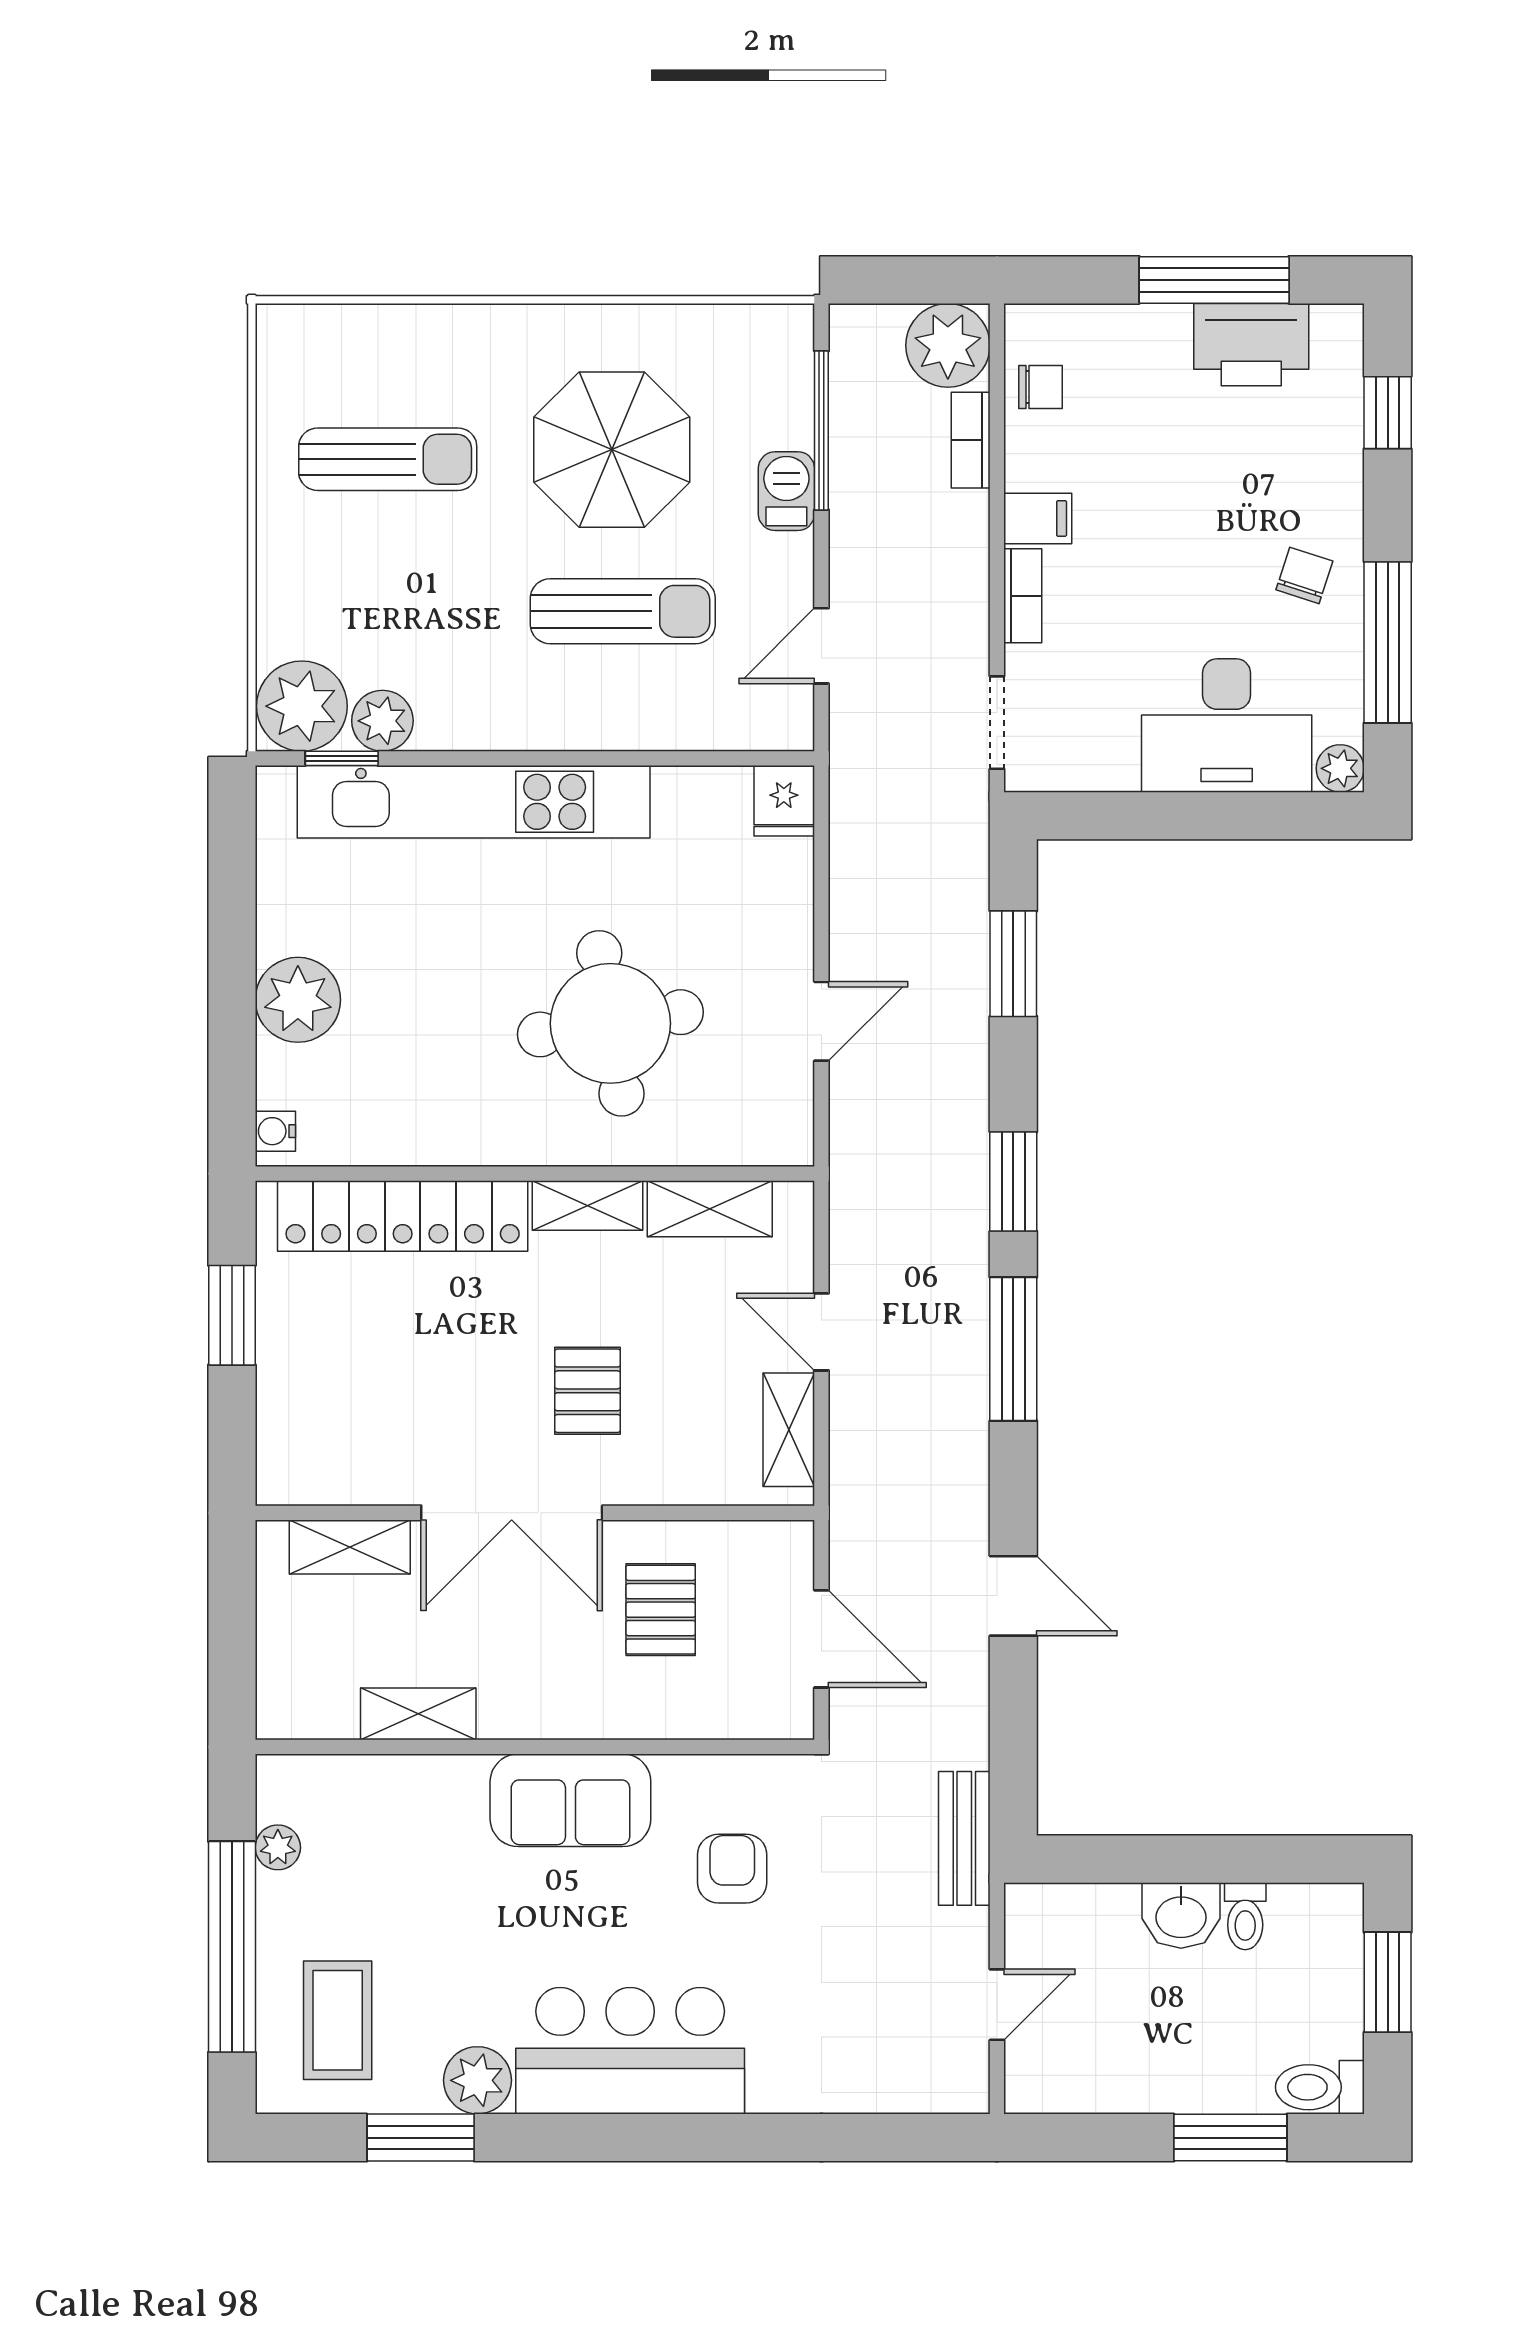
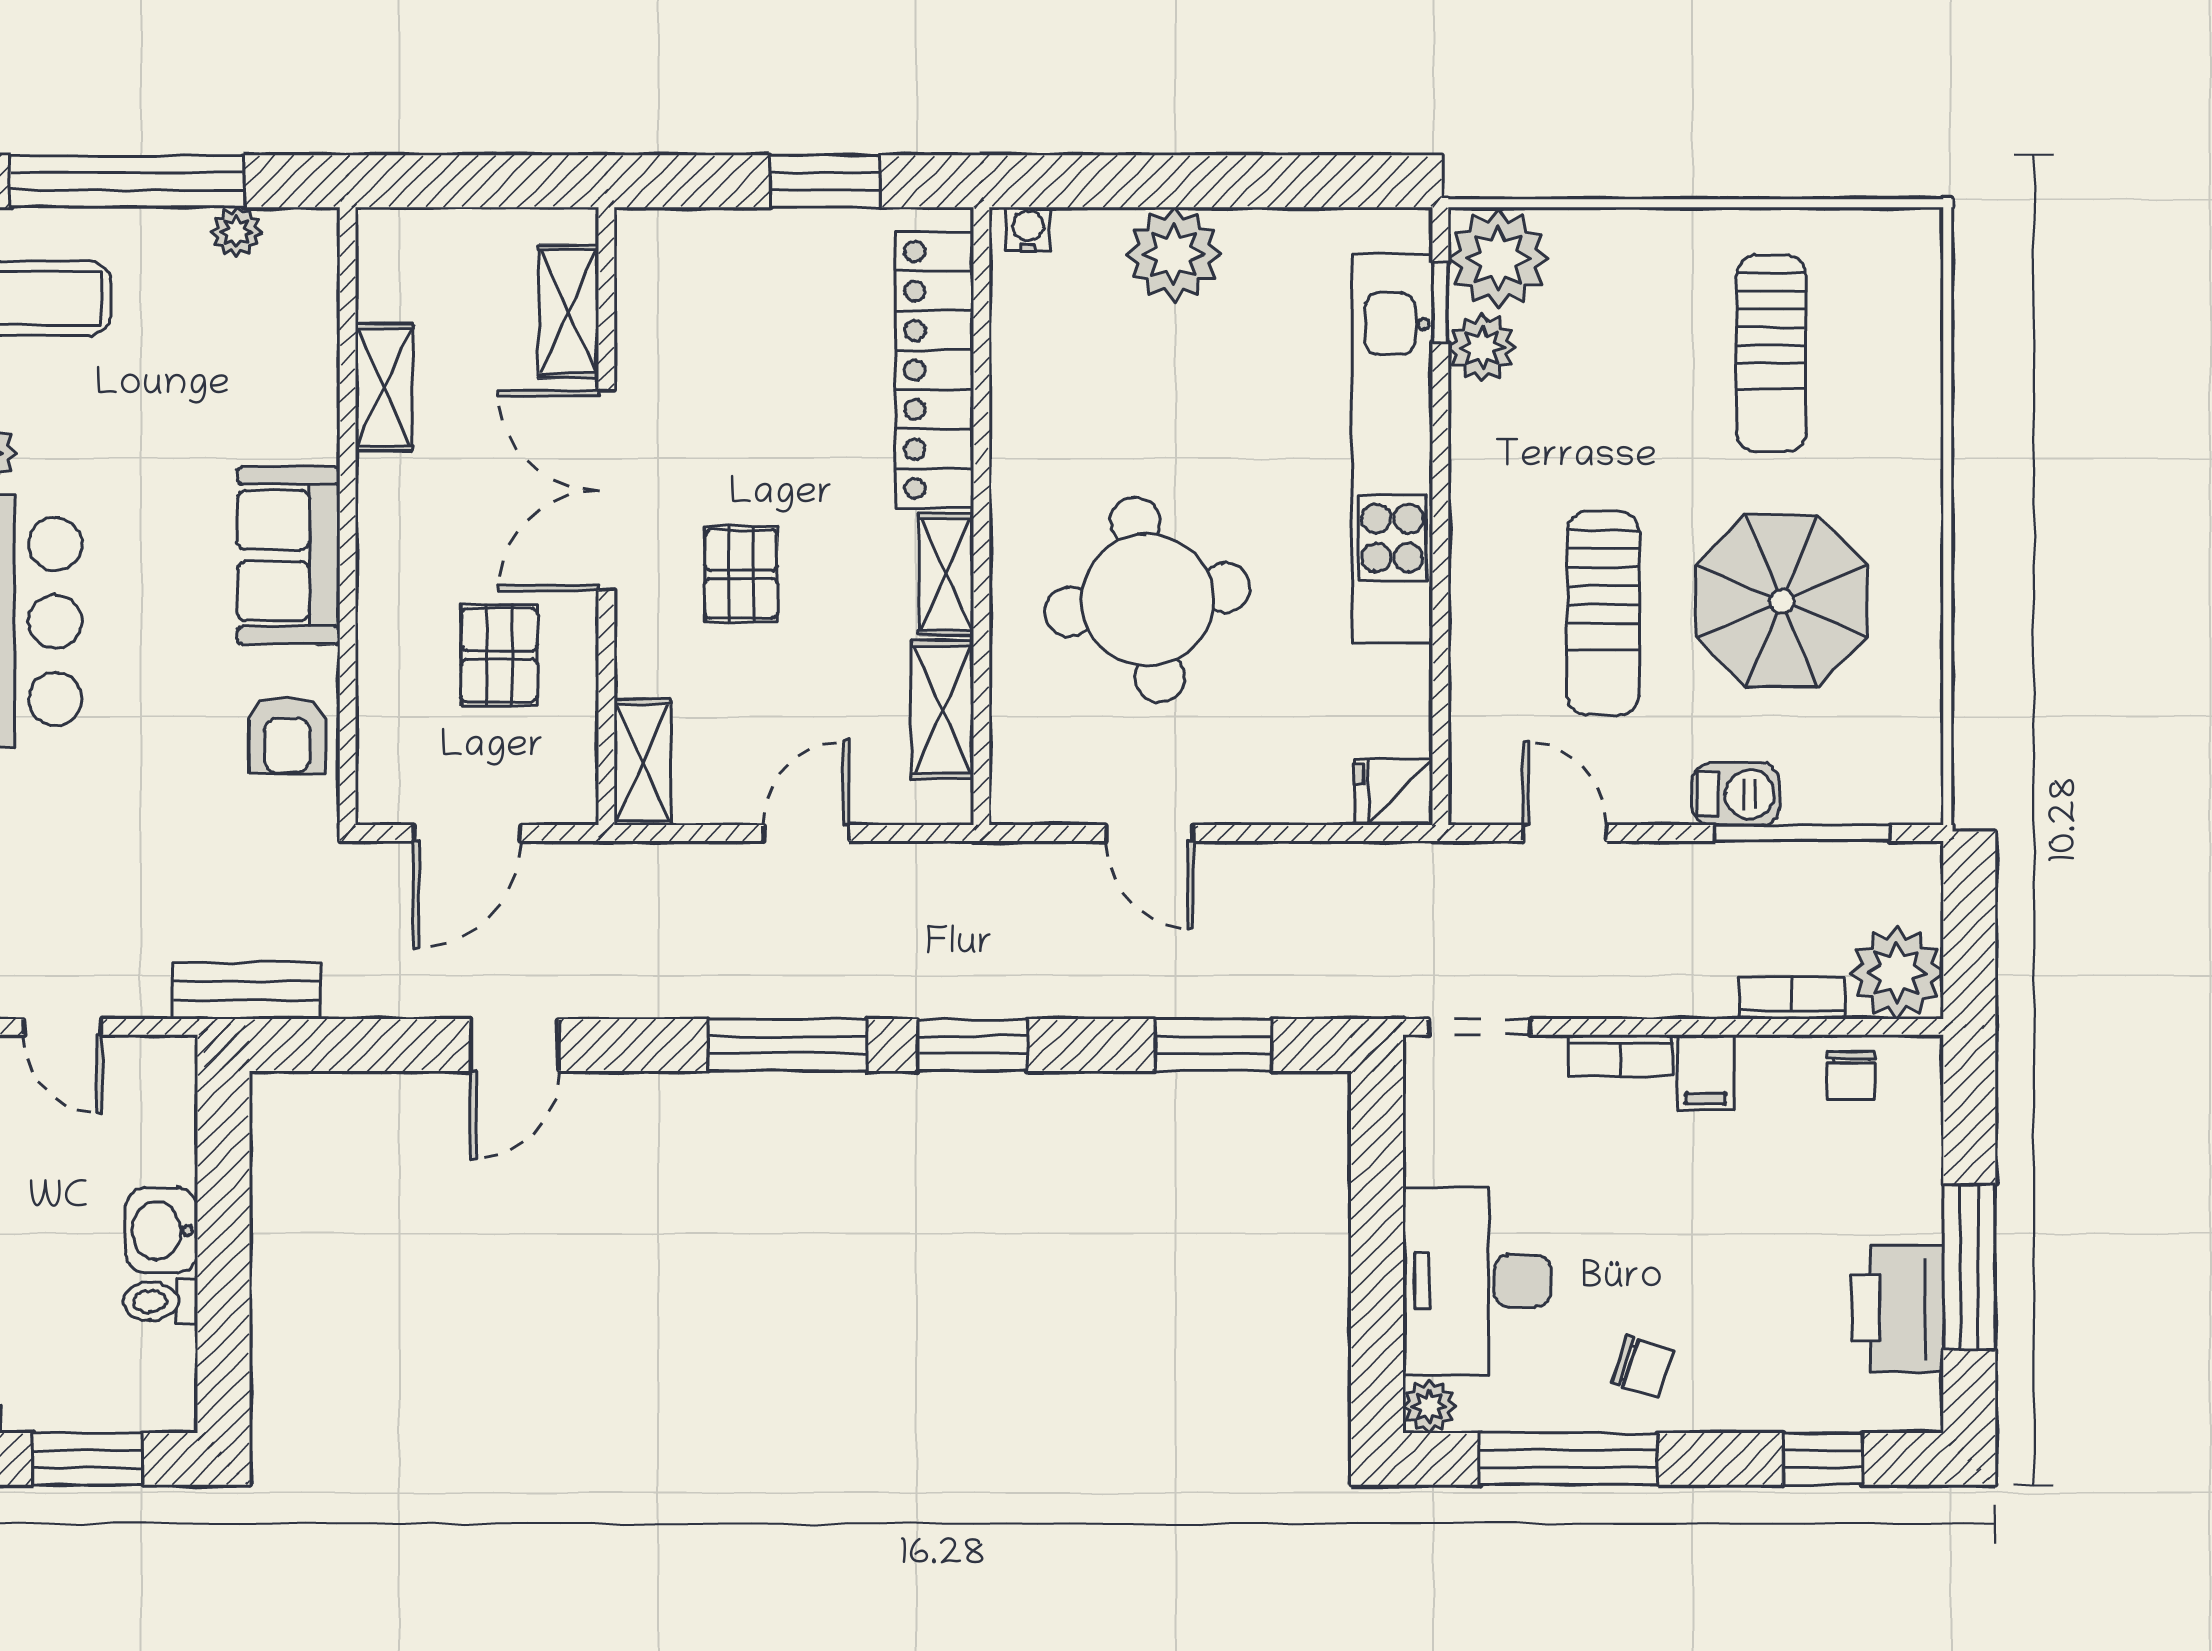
pallet: (587, 1391) -> (741, 574), turned 90
shelving: (789, 1430) -> (642, 762), moved, turned 90
pallet: (661, 1610) -> (499, 655), turned 90
armchair: (732, 1869) -> (287, 735), moved, turned 90

